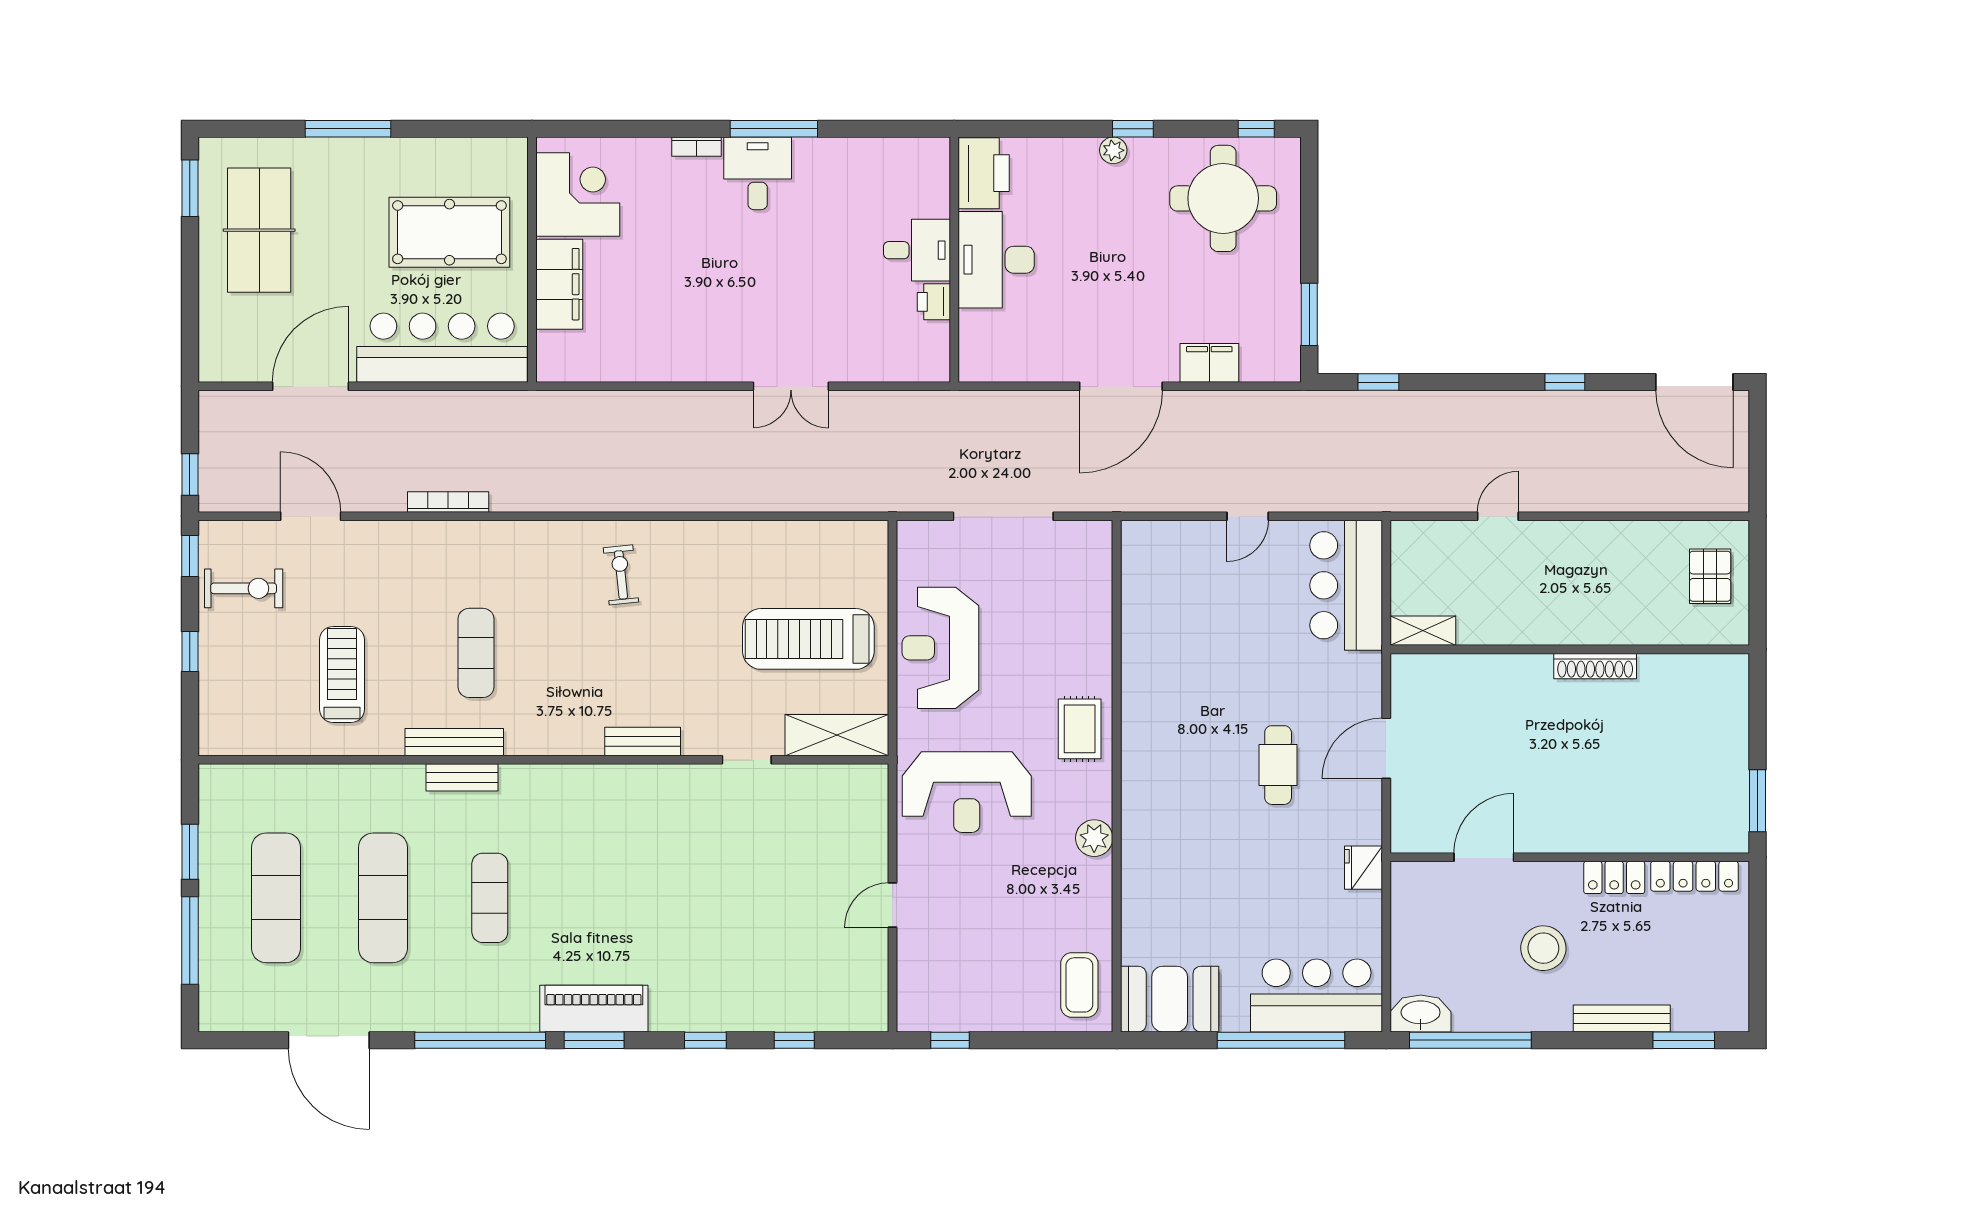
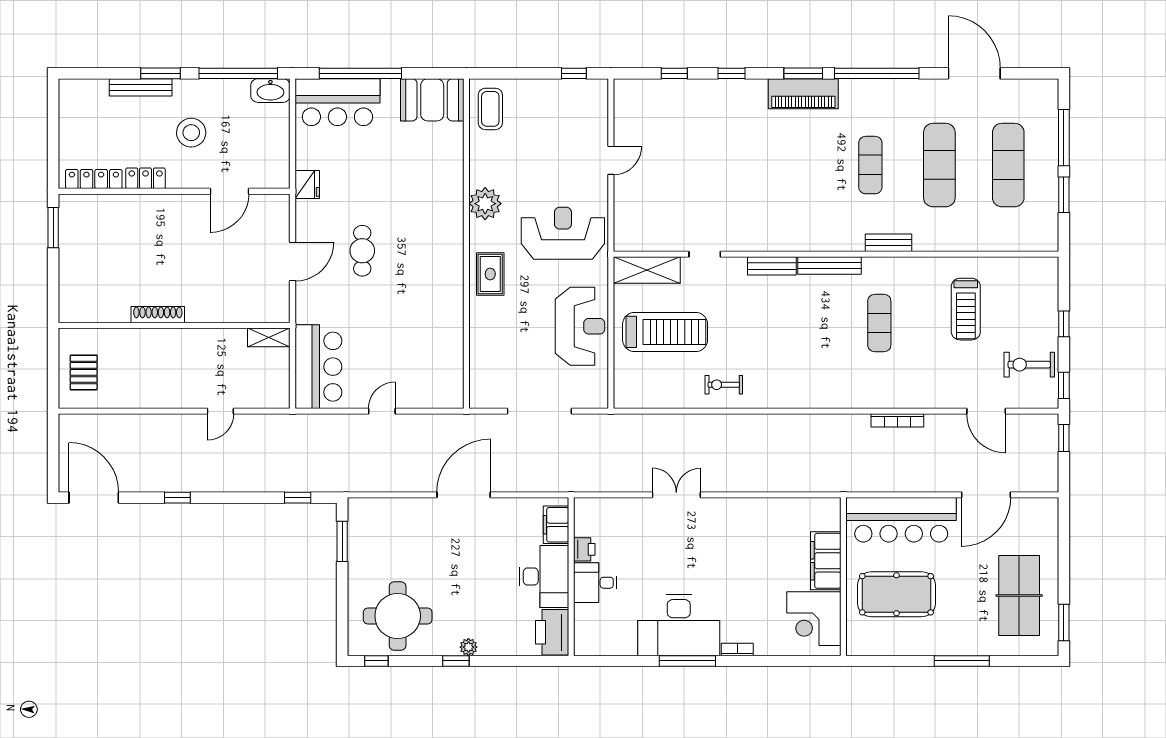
desk: (758, 173) -> (679, 625), width x1.87, depth x1.30
filing cabinet: (1209, 363) -> (556, 525), moved, turned 90
exercise bike: (621, 575) -> (724, 385), moved, turned 96
bench: (454, 742) -> (830, 265), moved
plant: (1094, 838) -> (485, 204), width x1.36, depth x1.36
window: (1684, 1040) -> (161, 73), moved

